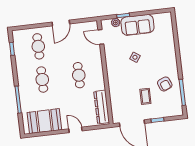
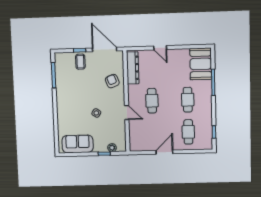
sofa: (137, 25) -> (78, 144), moved
door: (101, 37) -> (127, 112), moved
armchair: (165, 84) -> (112, 81), moved
coffee table: (145, 96) -> (80, 62), moved
booth: (44, 121) -> (201, 64), moved, turned 90

